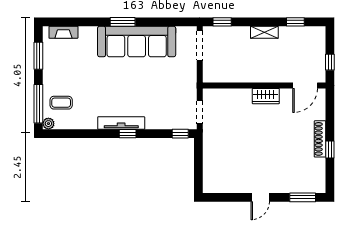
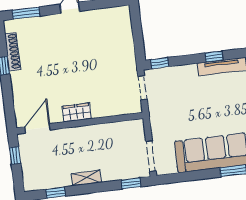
shoe rack: (320, 139) -> (13, 52), moved

